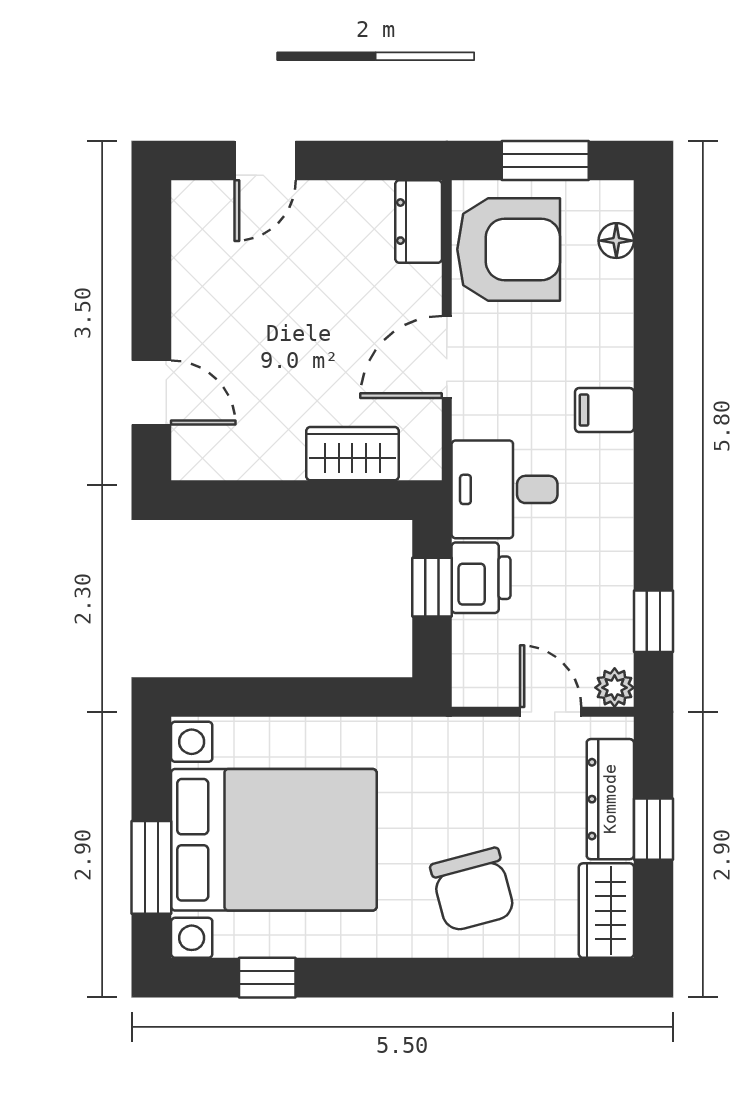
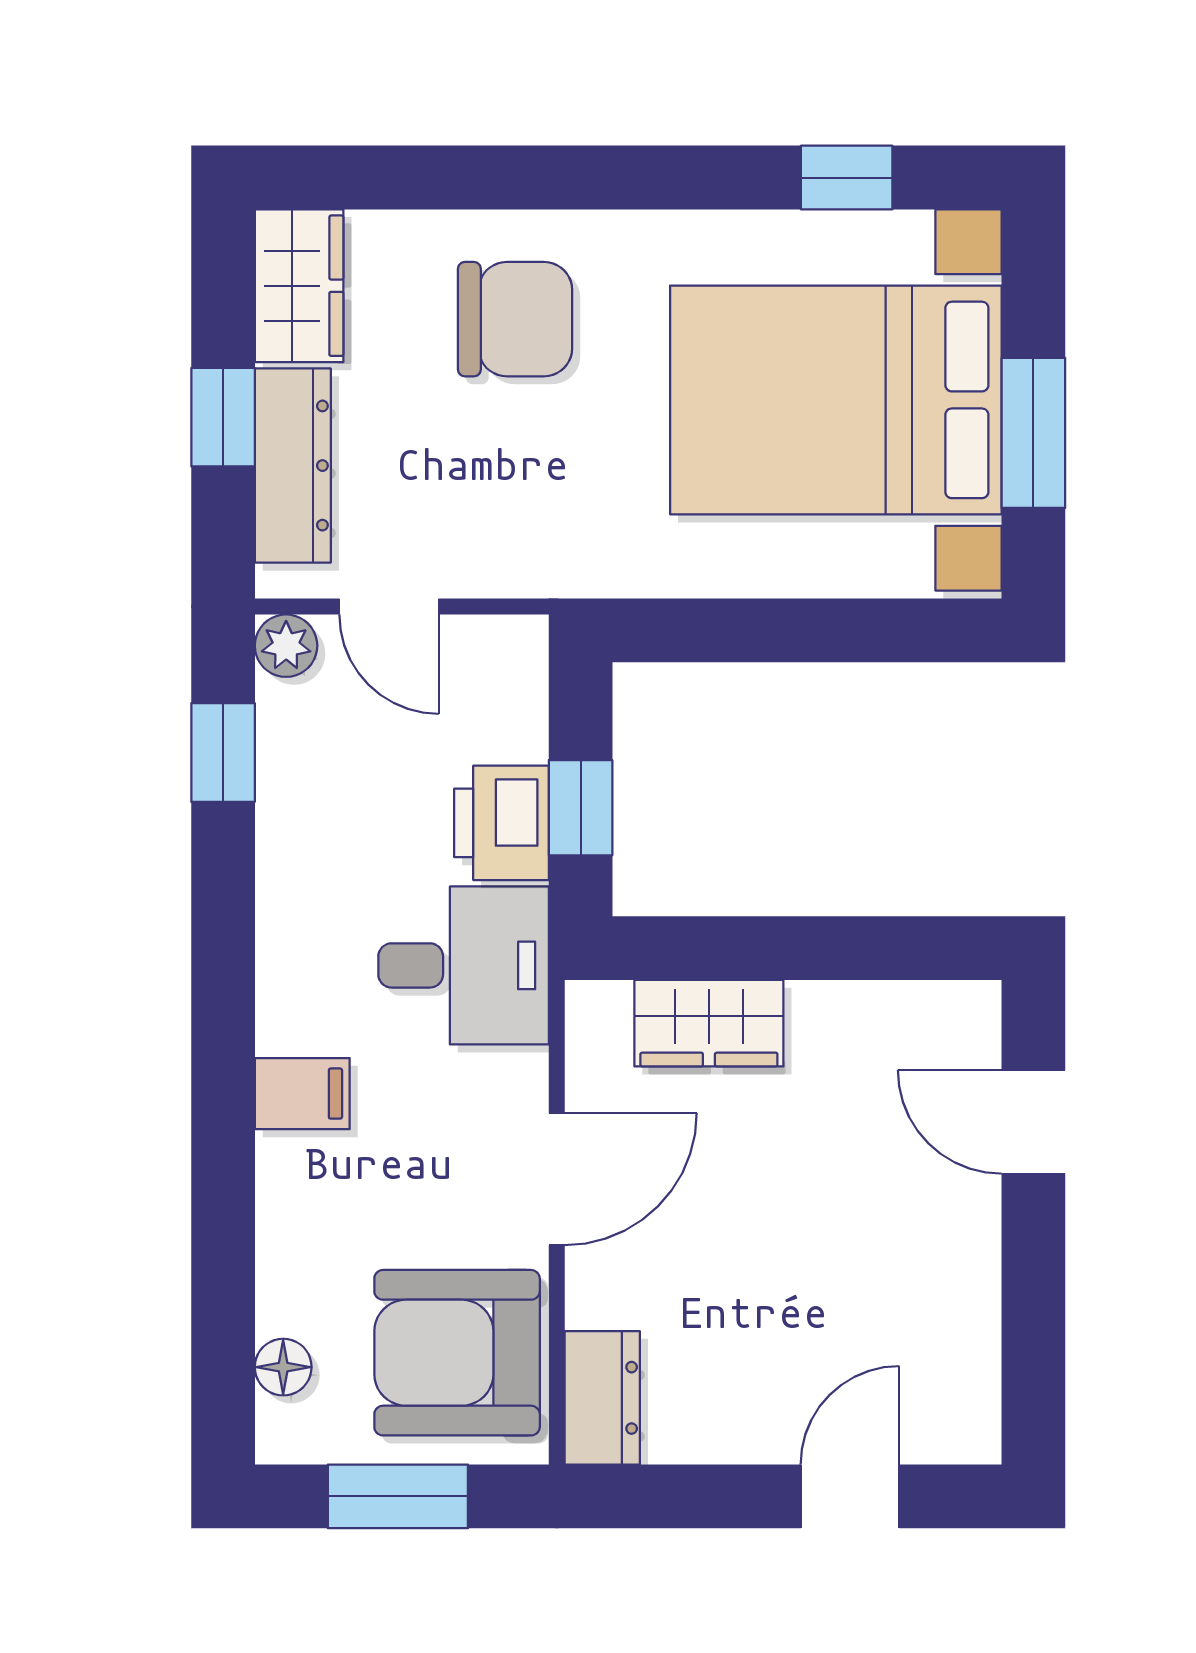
window: (151, 867) -> (1033, 433), moved
chair: (473, 890) -> (515, 319), turned 105

